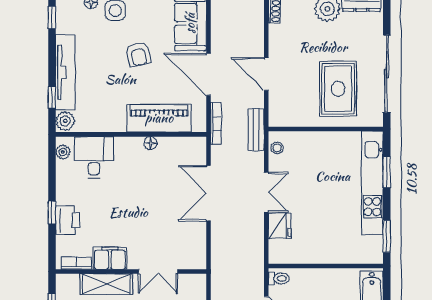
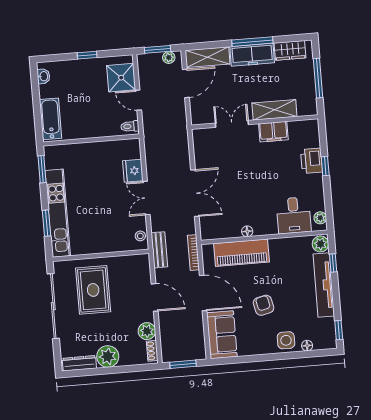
plant: (279, 35) -> (147, 331), added
bookcase: (76, 263) -> (301, 125), removed

